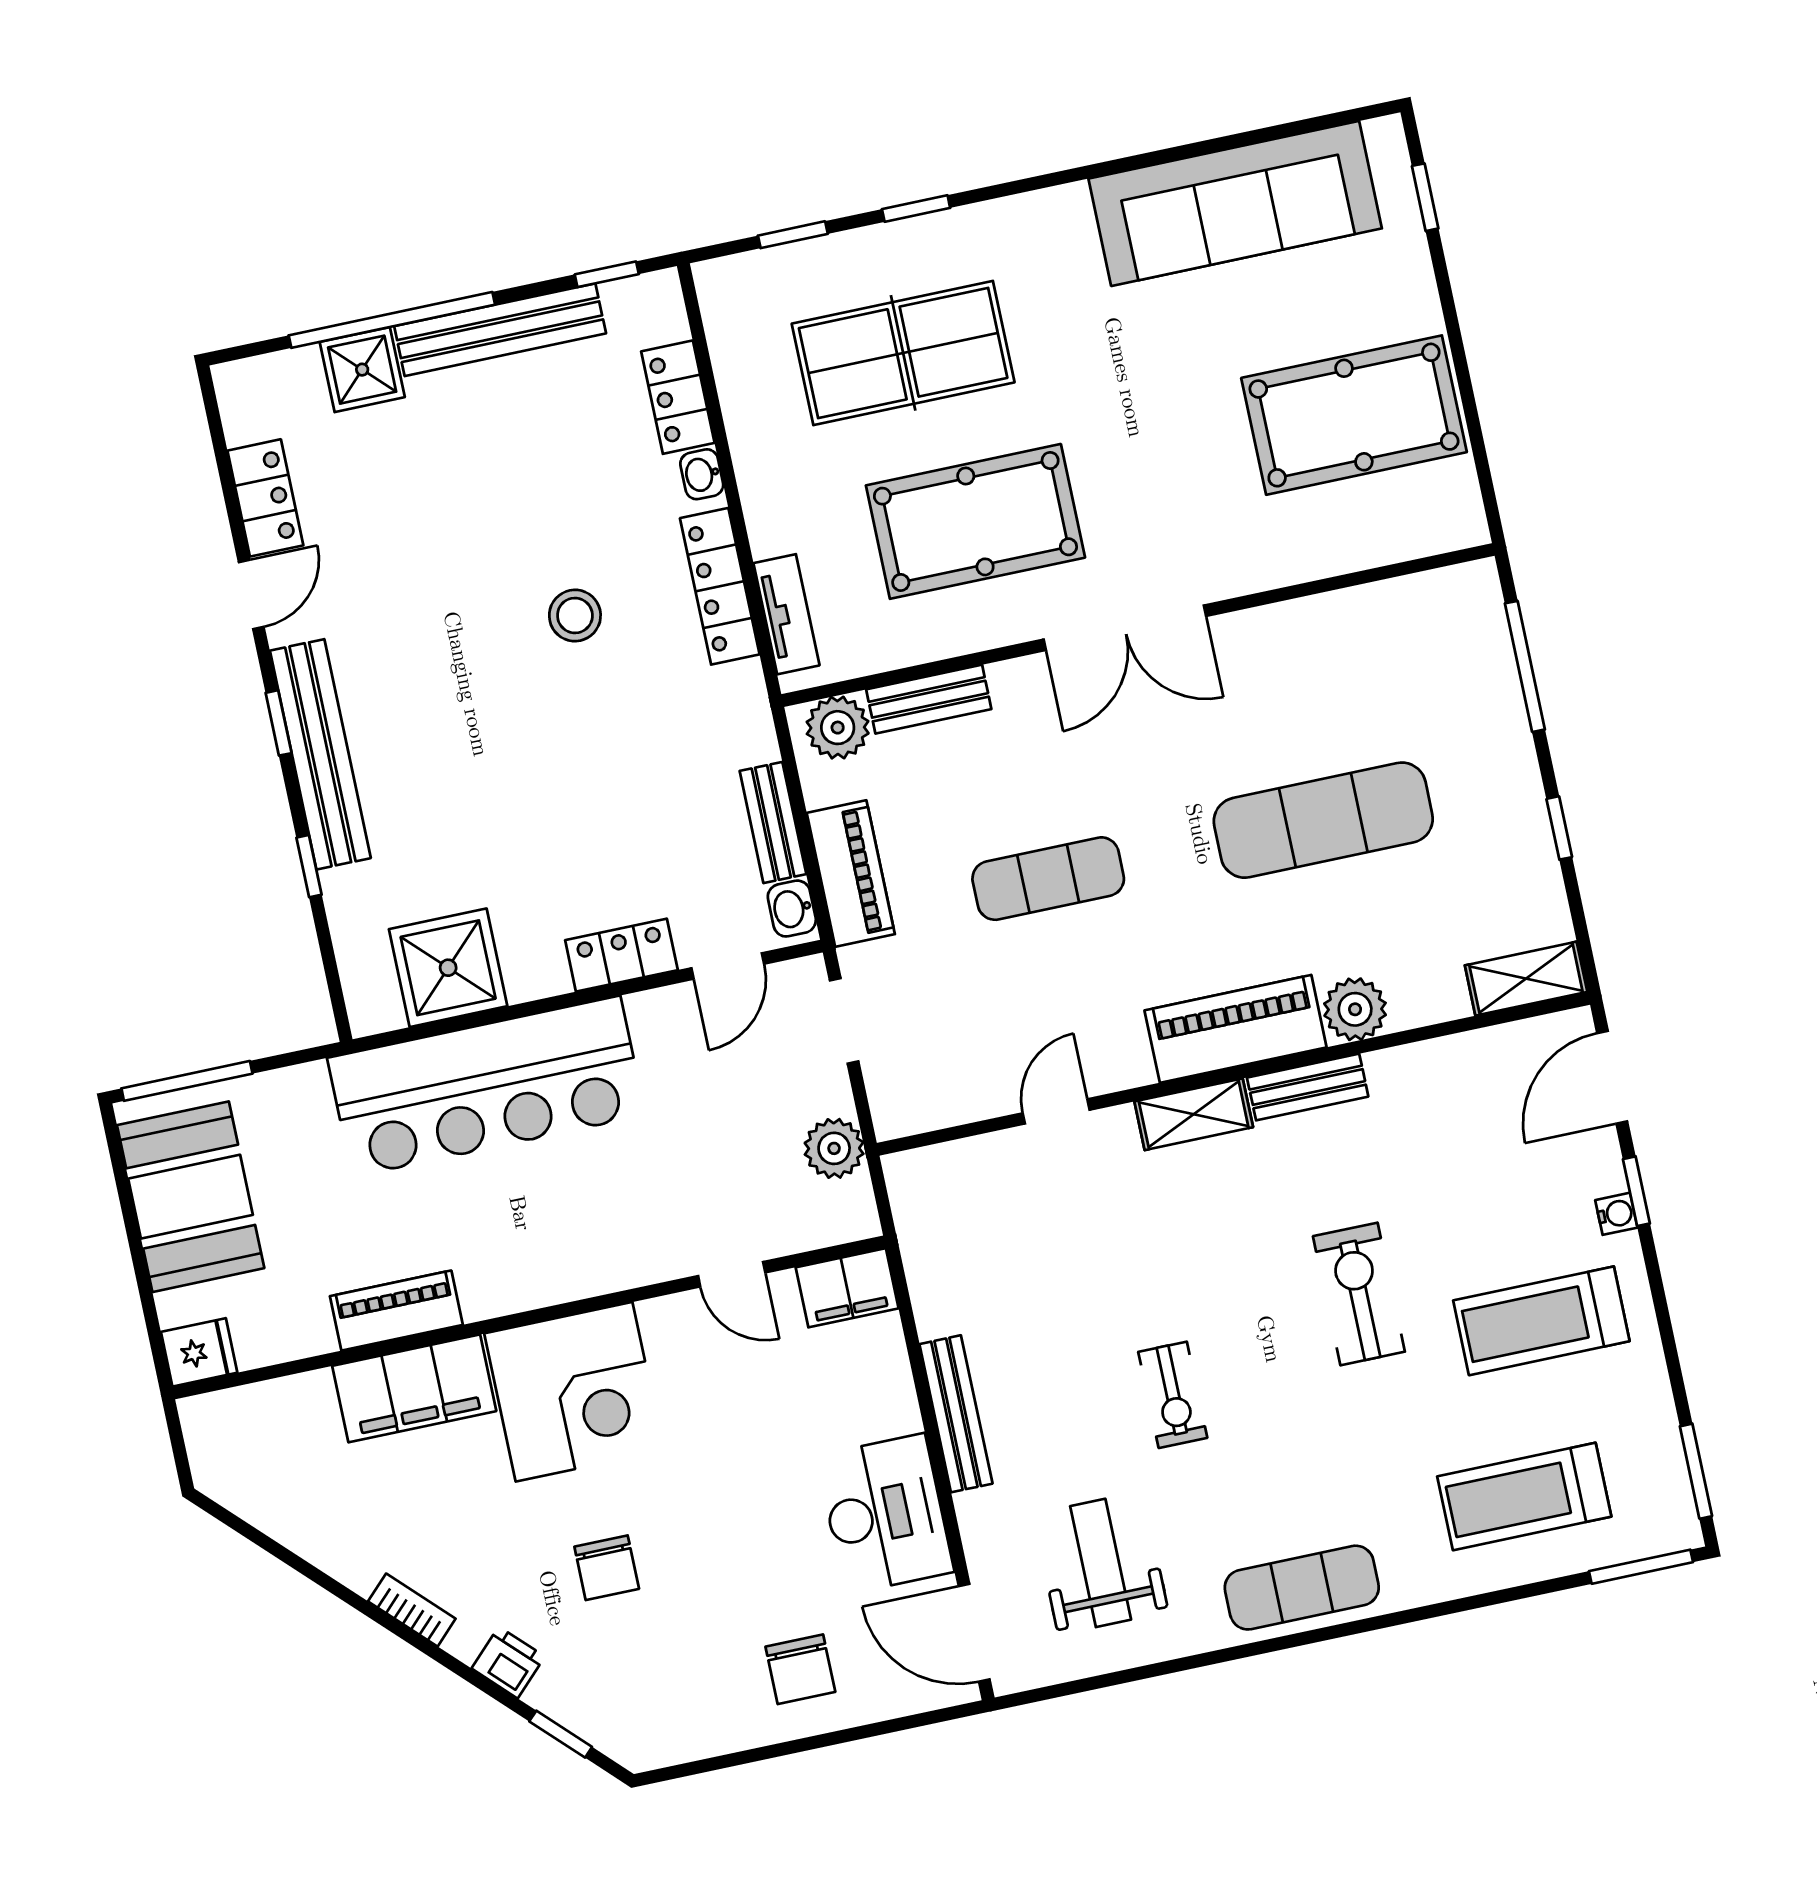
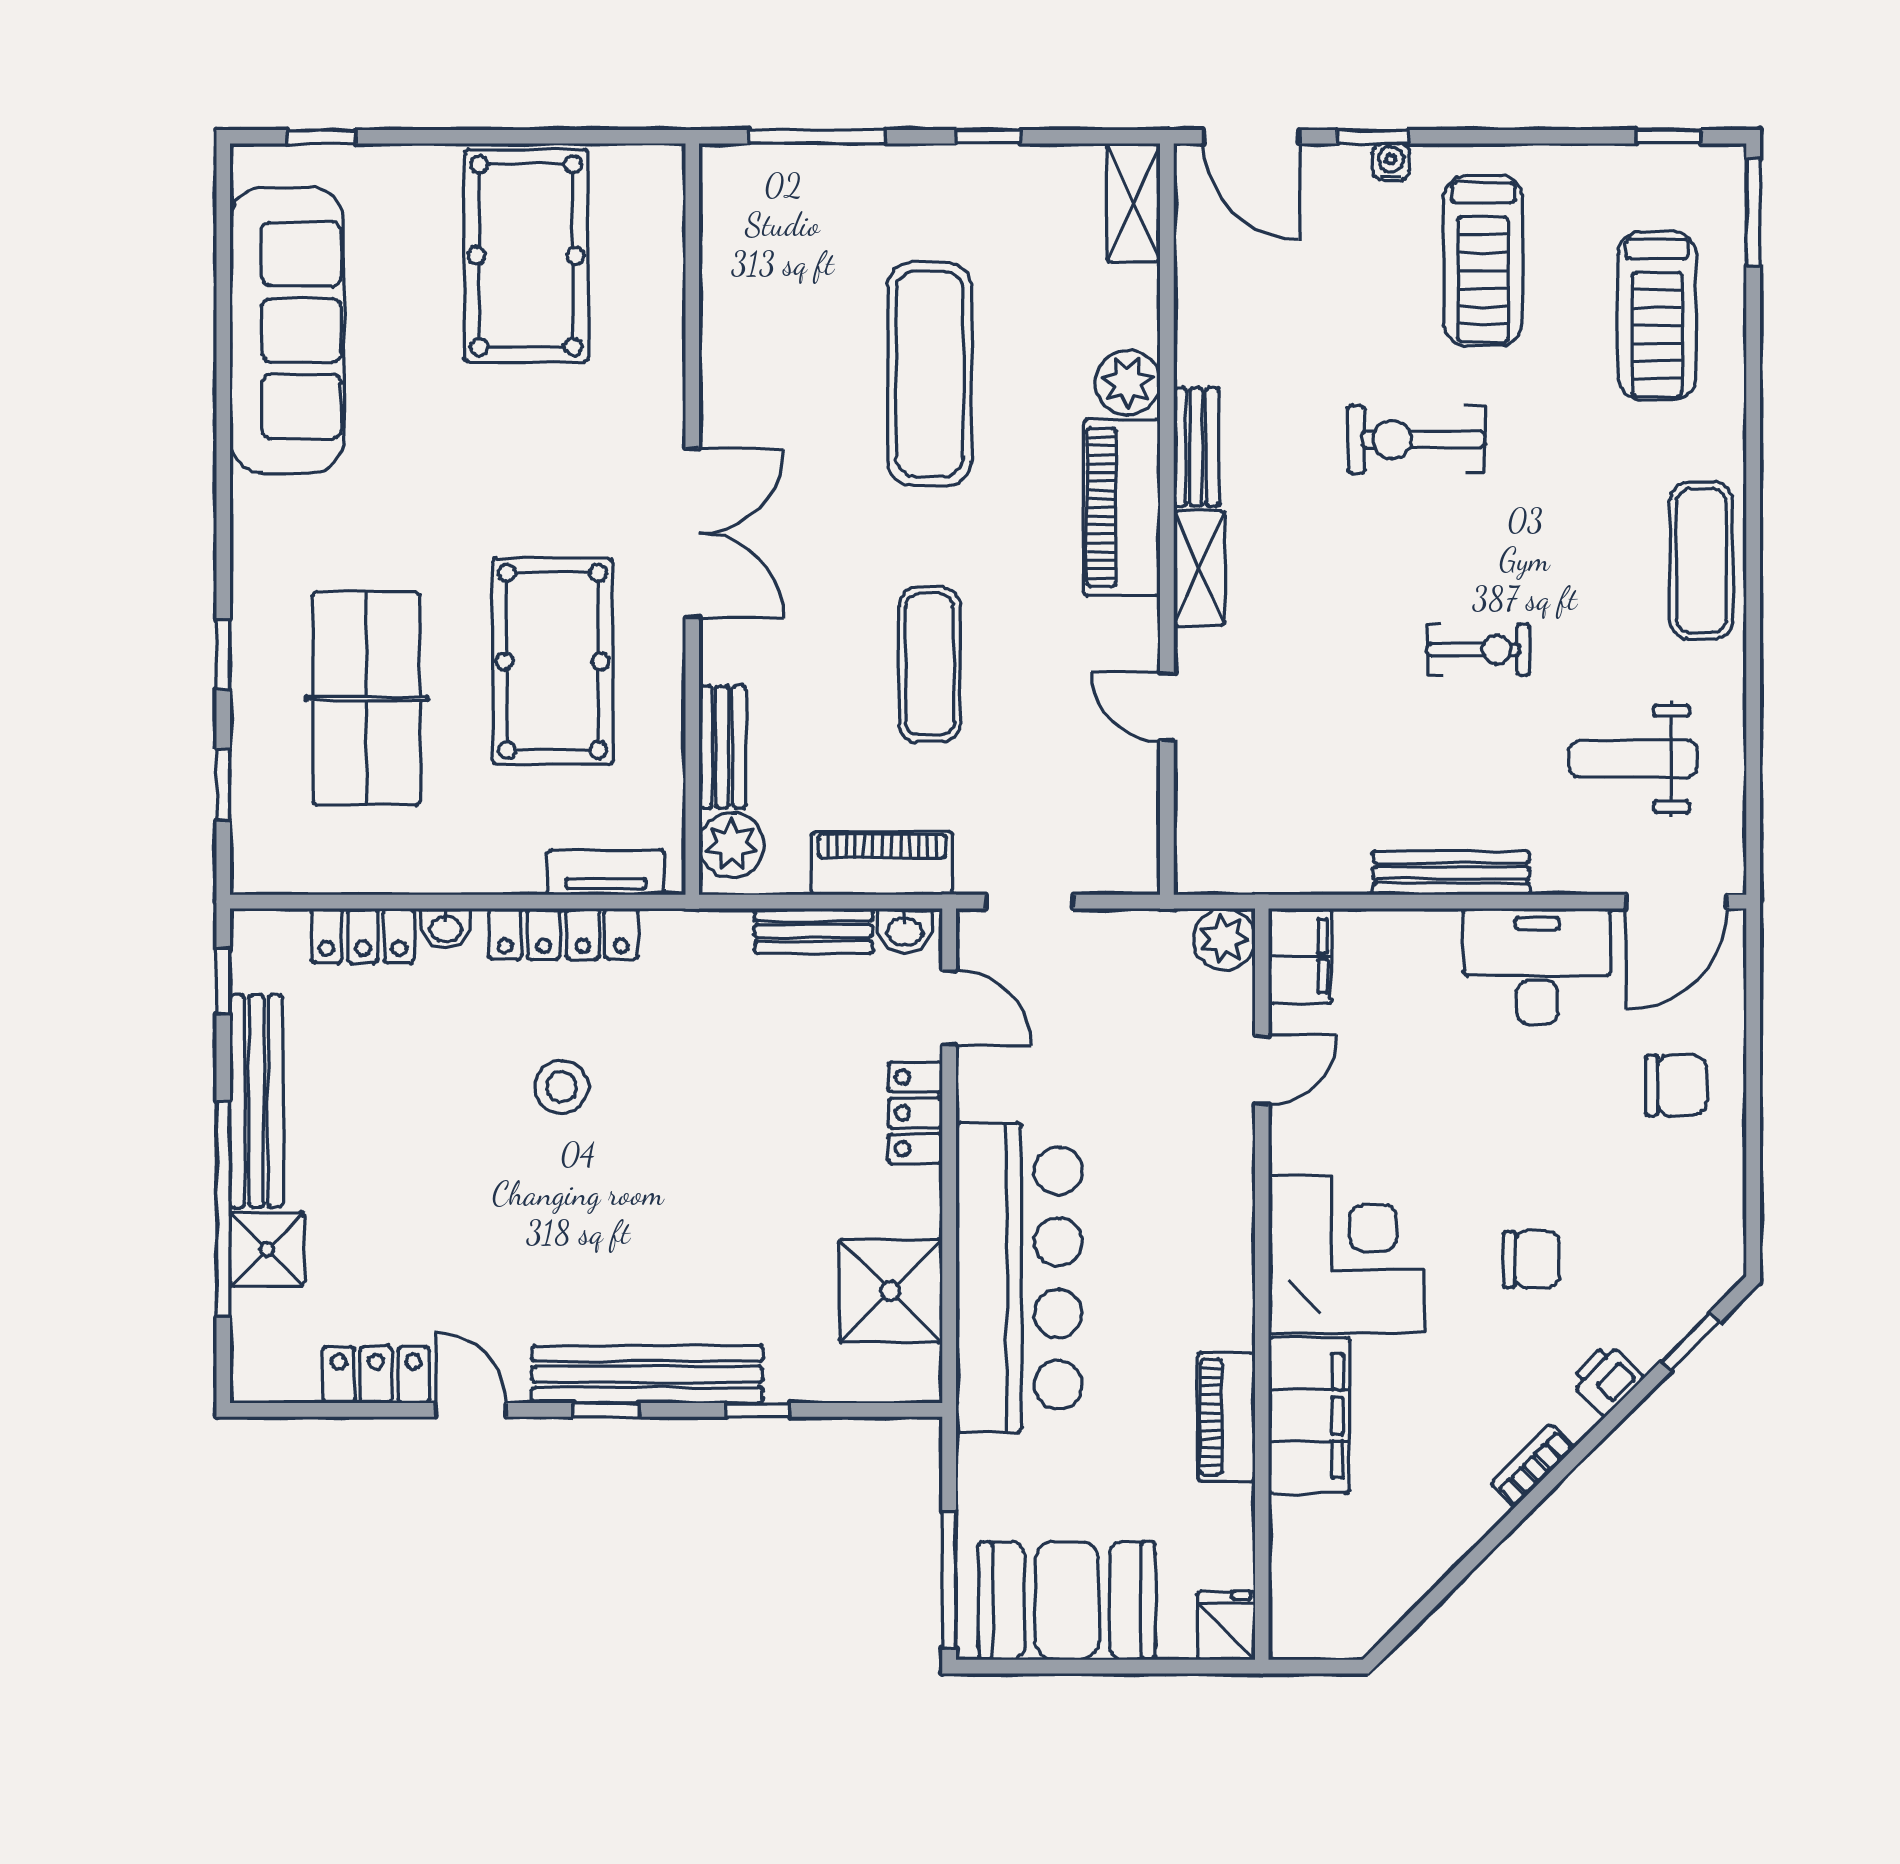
plant: (834, 1148) -> (1224, 939), moved
window: (1696, 1471) -> (1668, 137), width x0.67

